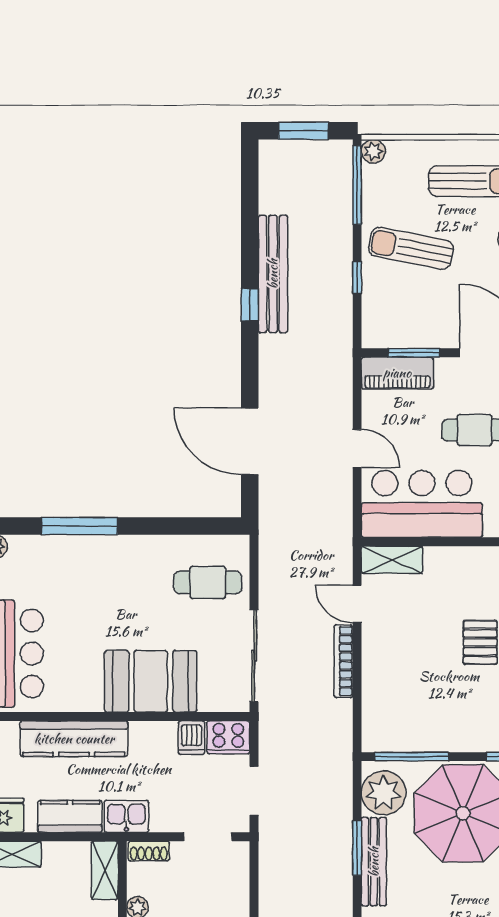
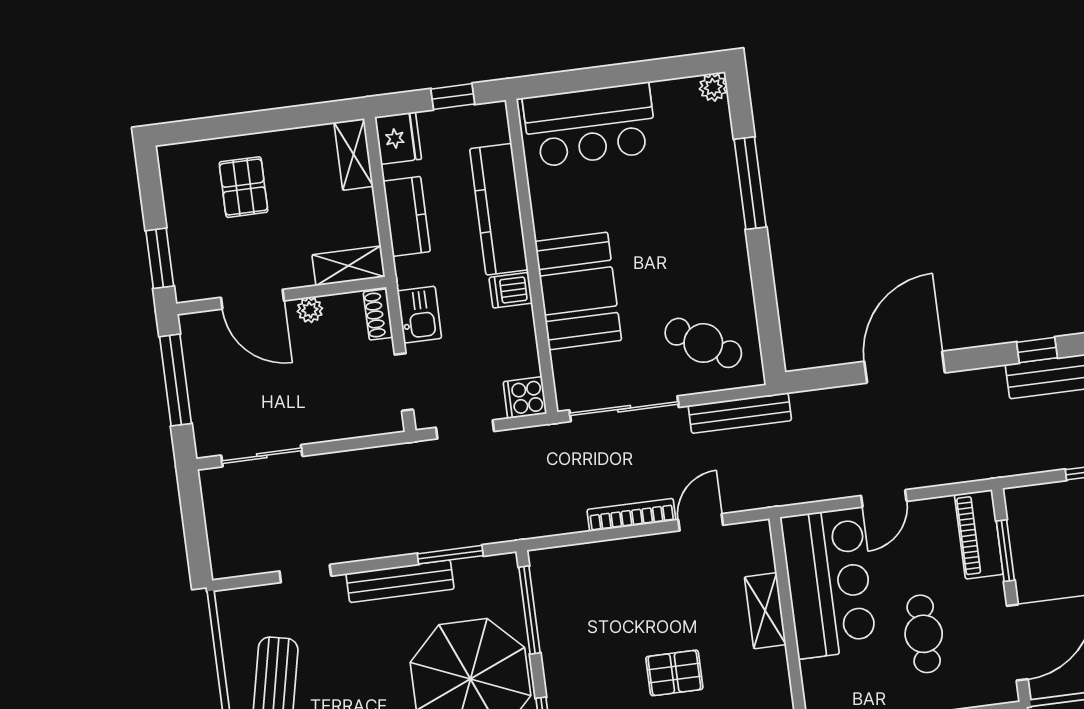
door: (250, 441) -> (905, 367), moved
bench: (270, 560) -> (740, 413), added
shelving: (392, 560) -> (765, 611), moved
cafe table: (208, 582) -> (703, 343), turned -59
cooker: (228, 737) -> (525, 398), width x0.73
dishwasher: (192, 738) -> (511, 290), moved
plant: (384, 793) -> (482, 582), removed
kitchen sink: (126, 816) -> (419, 315), moved
window: (357, 848) -> (450, 555), moved

